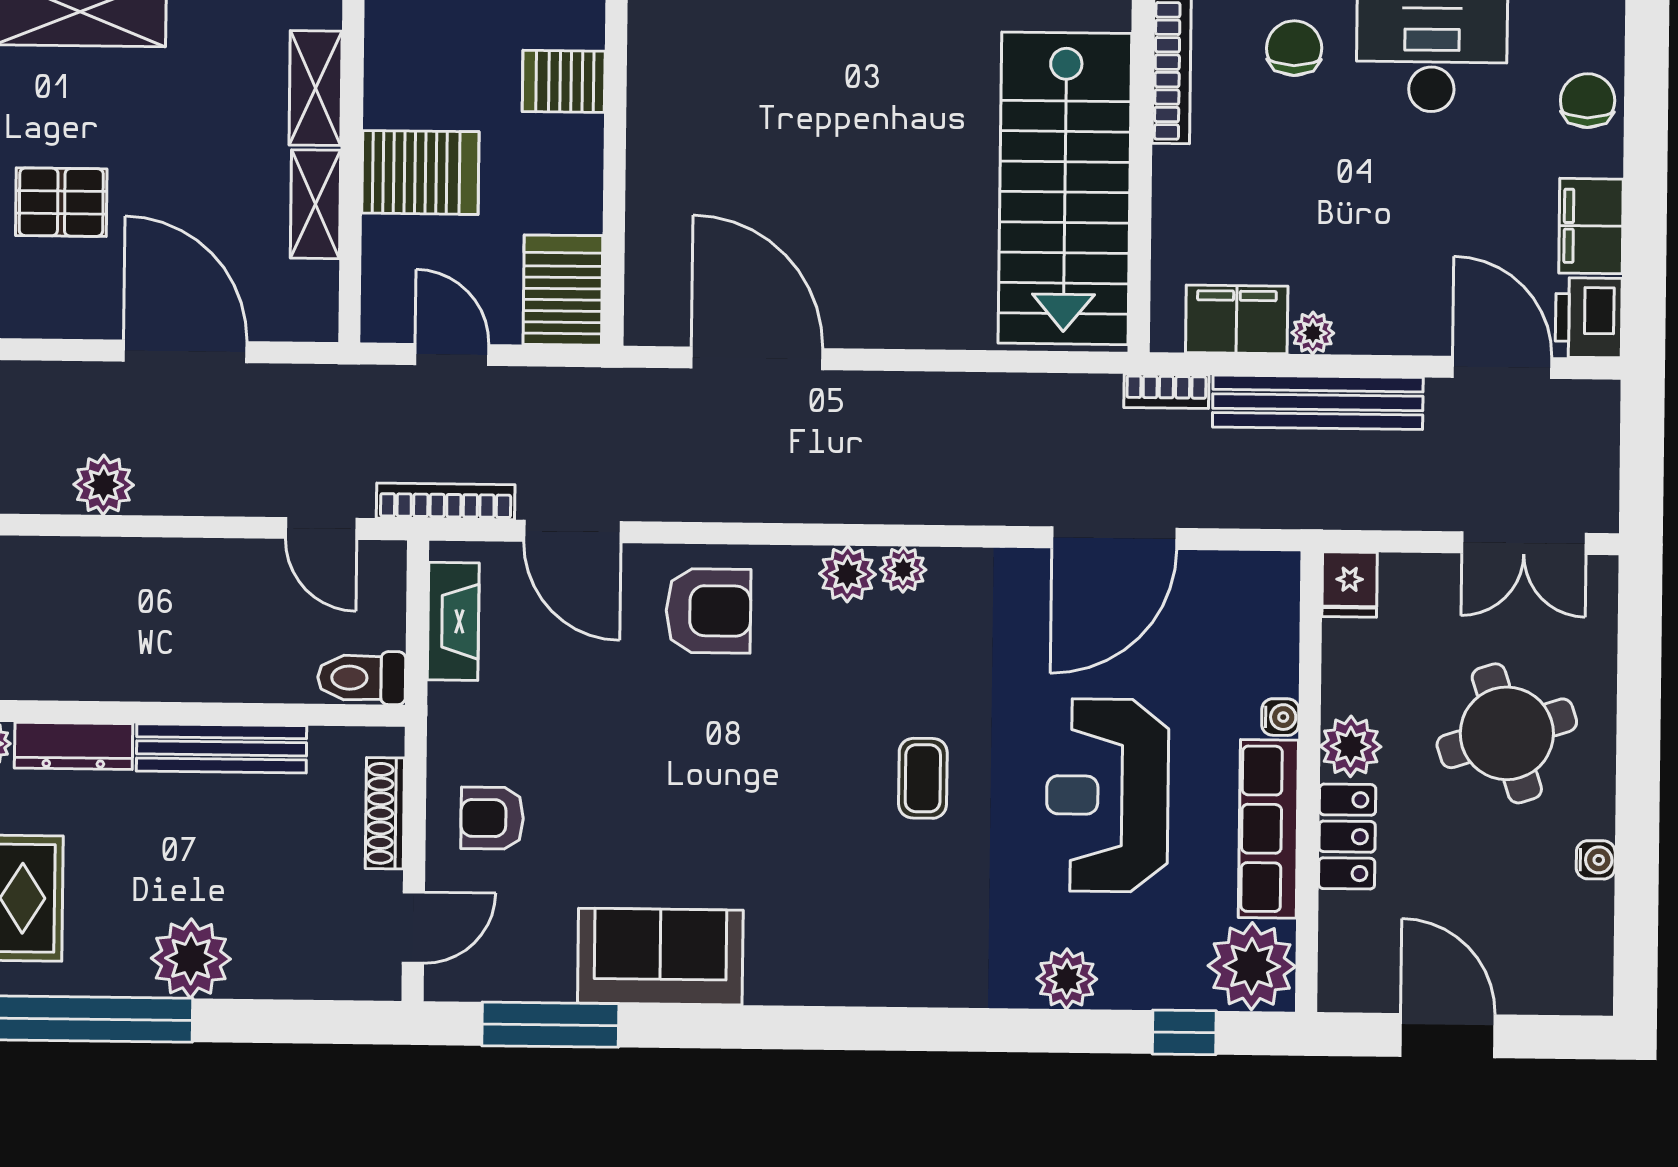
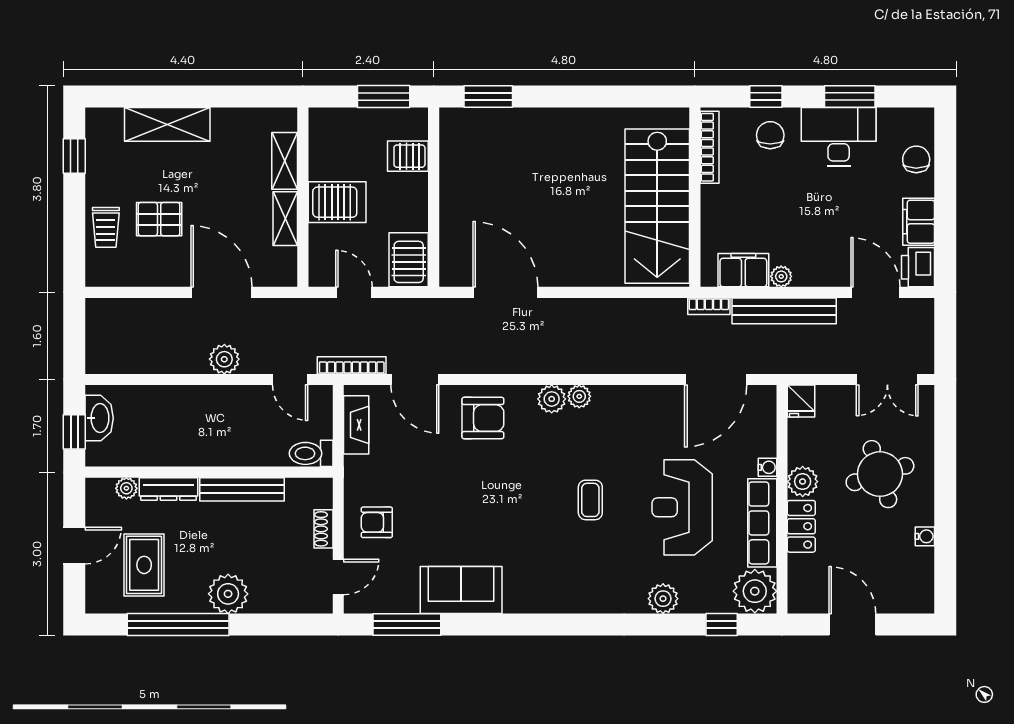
plant: (104, 485) -> (224, 359), moved
door: (1114, 538) -> (716, 380), moved
shoe rack: (385, 813) -> (323, 529), width x0.70

